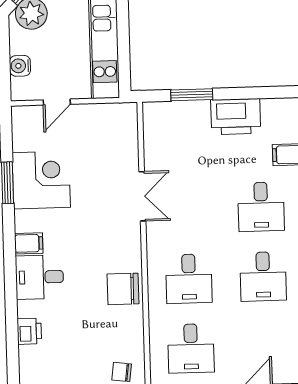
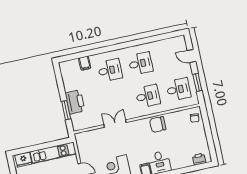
printer: (236, 117) -> (75, 102), moved
chair: (123, 289) -> (158, 124), turned 90
printer: (29, 331) -> (199, 159), moved

